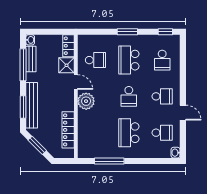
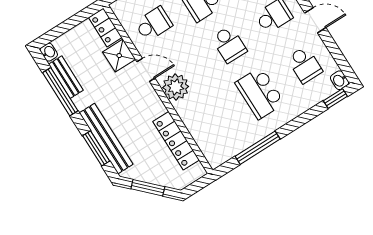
school desk: (162, 133) -> (305, 65), turned 90
window: (167, 161) -> (335, 99), added

